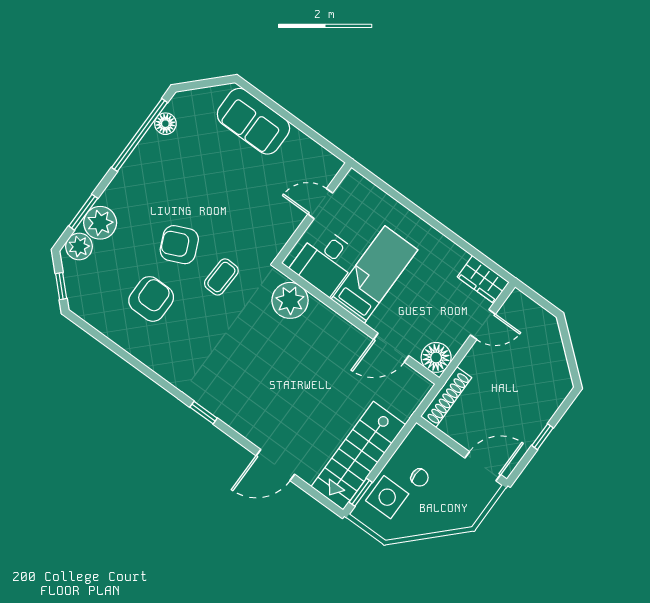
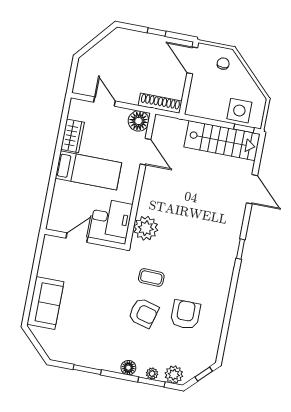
floor lamp: (165, 124) -> (128, 368), moved
window: (140, 135) -> (87, 370), width x0.47
door: (320, 204) -> (77, 238), swing flipped
plant: (100, 223) -> (152, 374), width x0.53, depth x0.53
armchair: (179, 245) -> (144, 313), turned -51
bed: (374, 275) -> (88, 170), moved, turned 180
wardrobe: (483, 280) -> (72, 136), moved
armchair: (151, 299) -> (185, 315), turned 90
chair: (420, 477) -> (223, 64), moved

